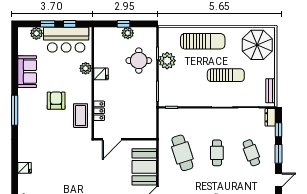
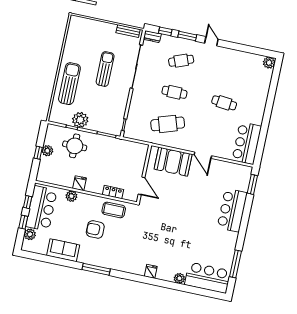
parasol: (257, 45) -> (83, 34), removed

